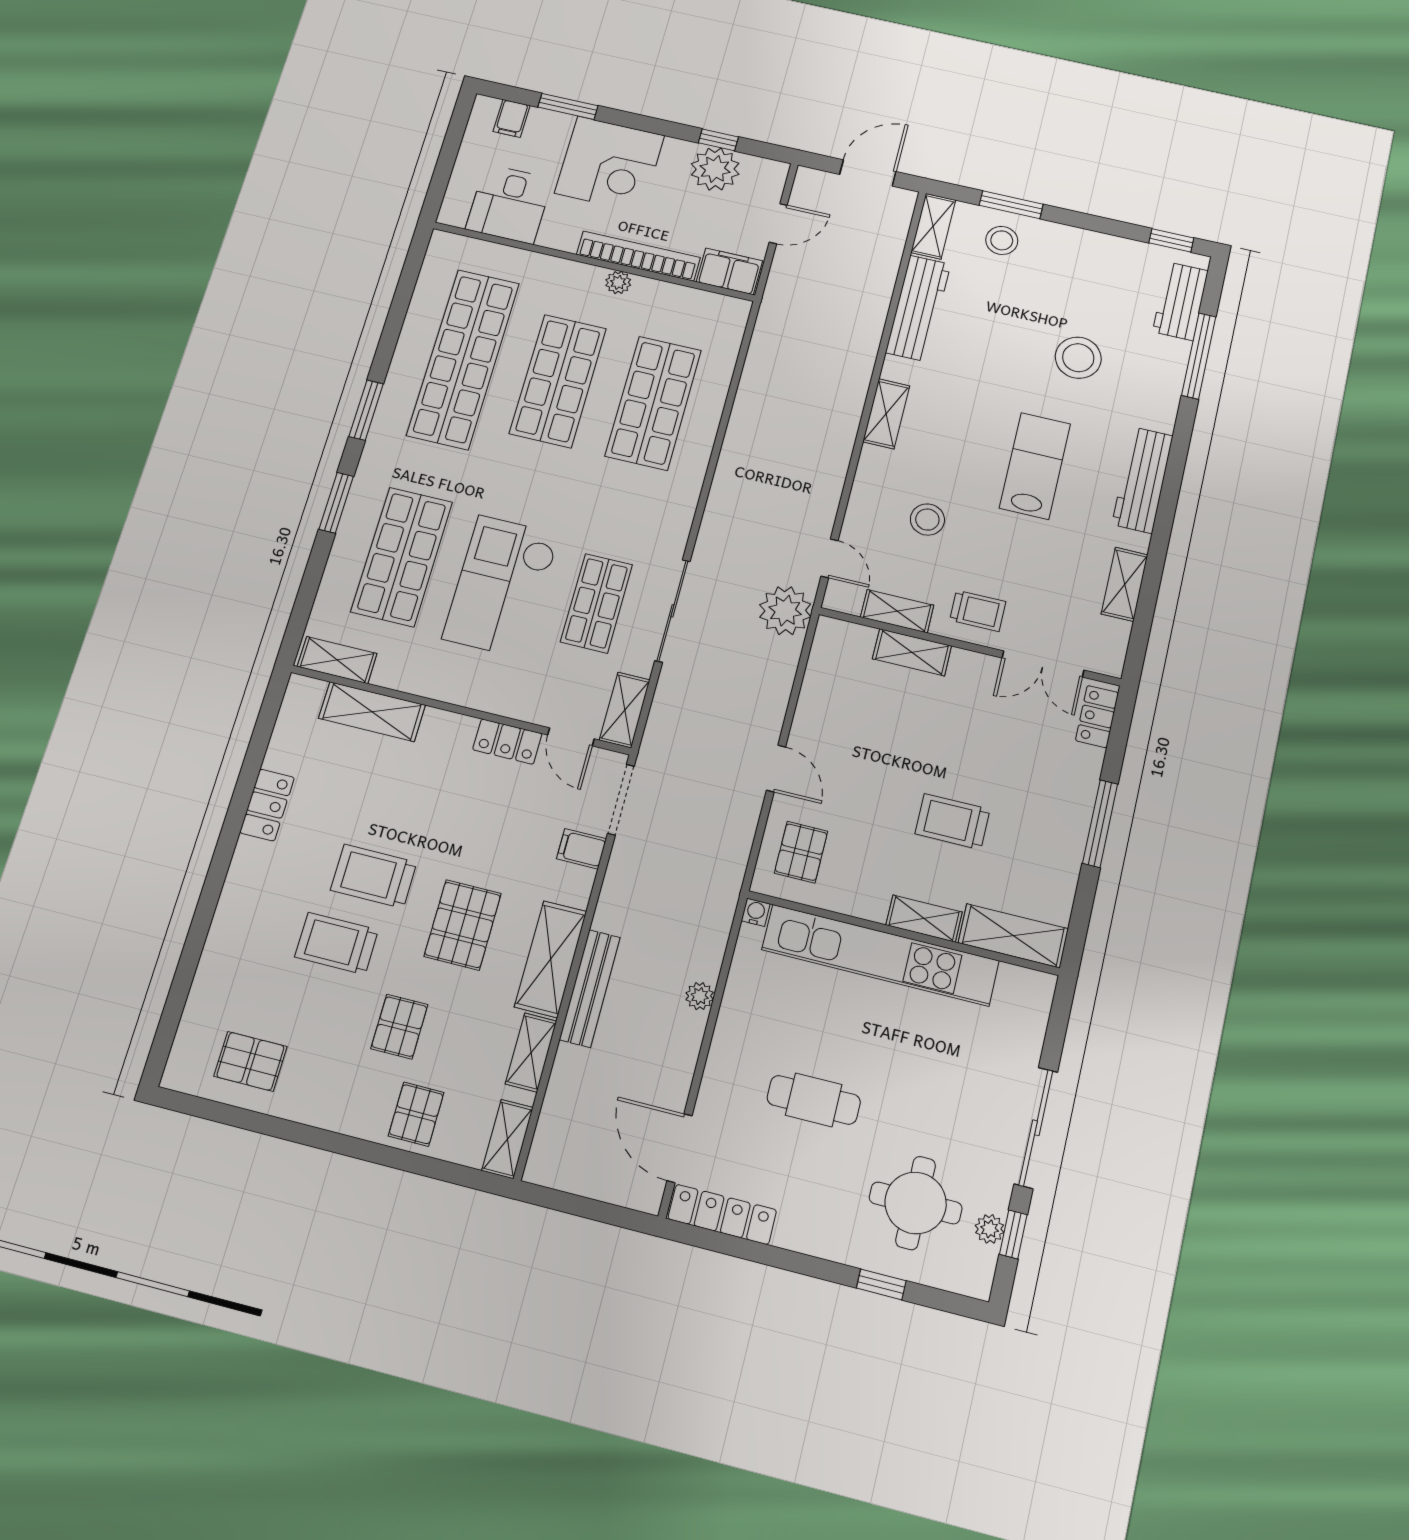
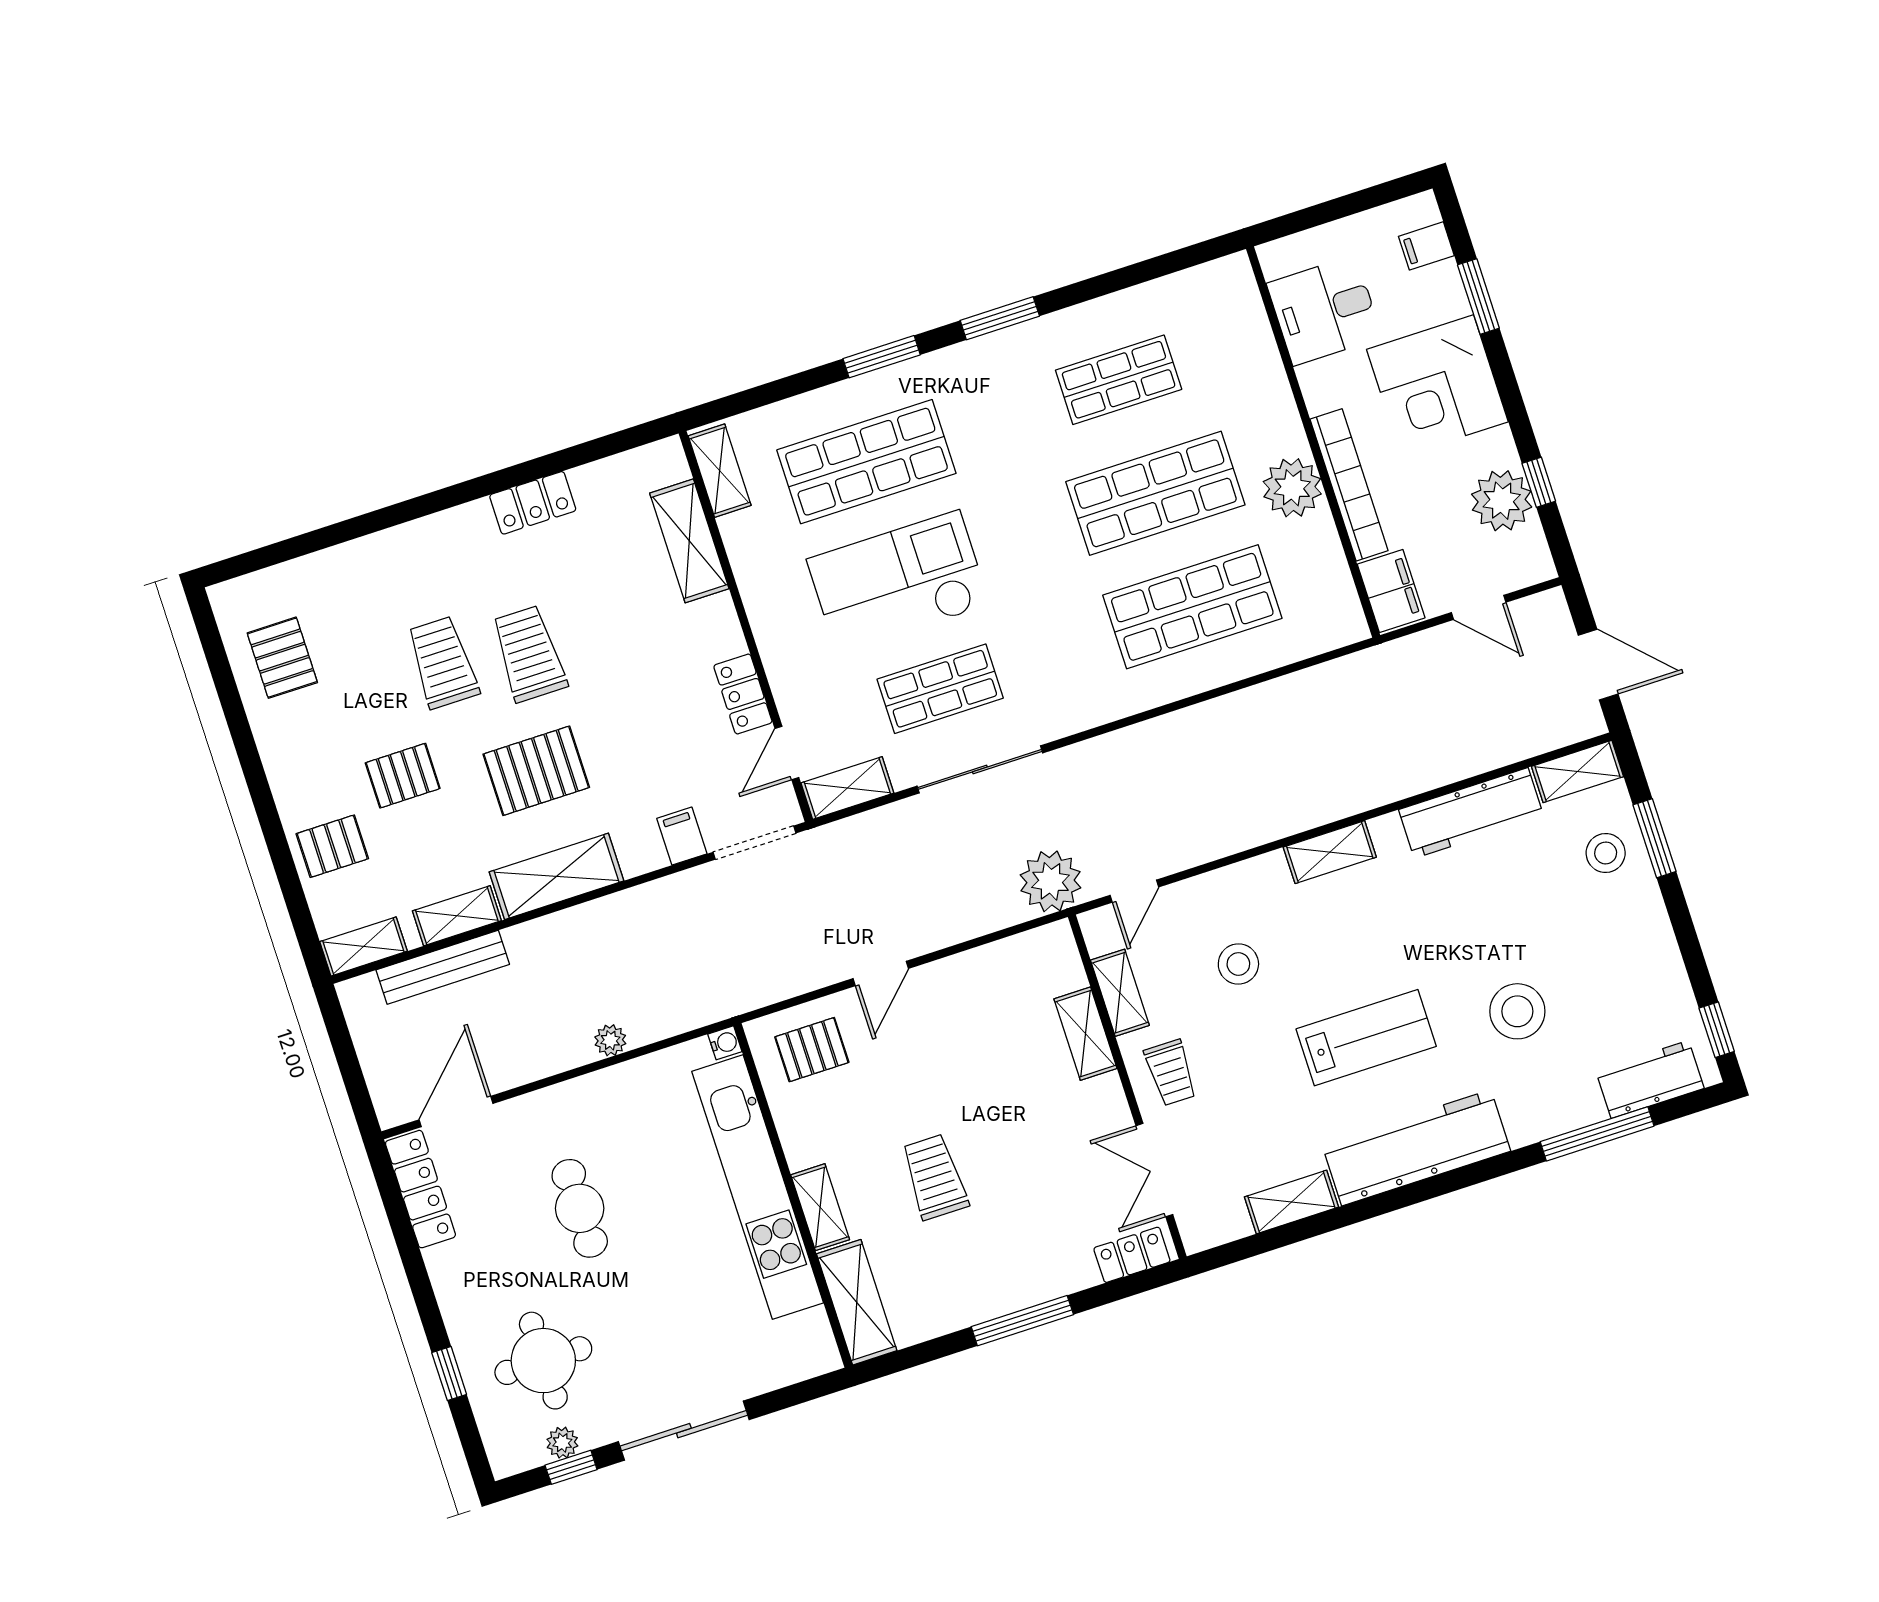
plant: (618, 282) -> (1292, 488), width x1.87, depth x1.87
shop shelf: (463, 359) -> (1119, 380), width x0.50, depth x0.74
workbench: (1143, 480) -> (1416, 1148), width x1.36, depth x1.32
bench: (590, 988) -> (443, 967), moved

